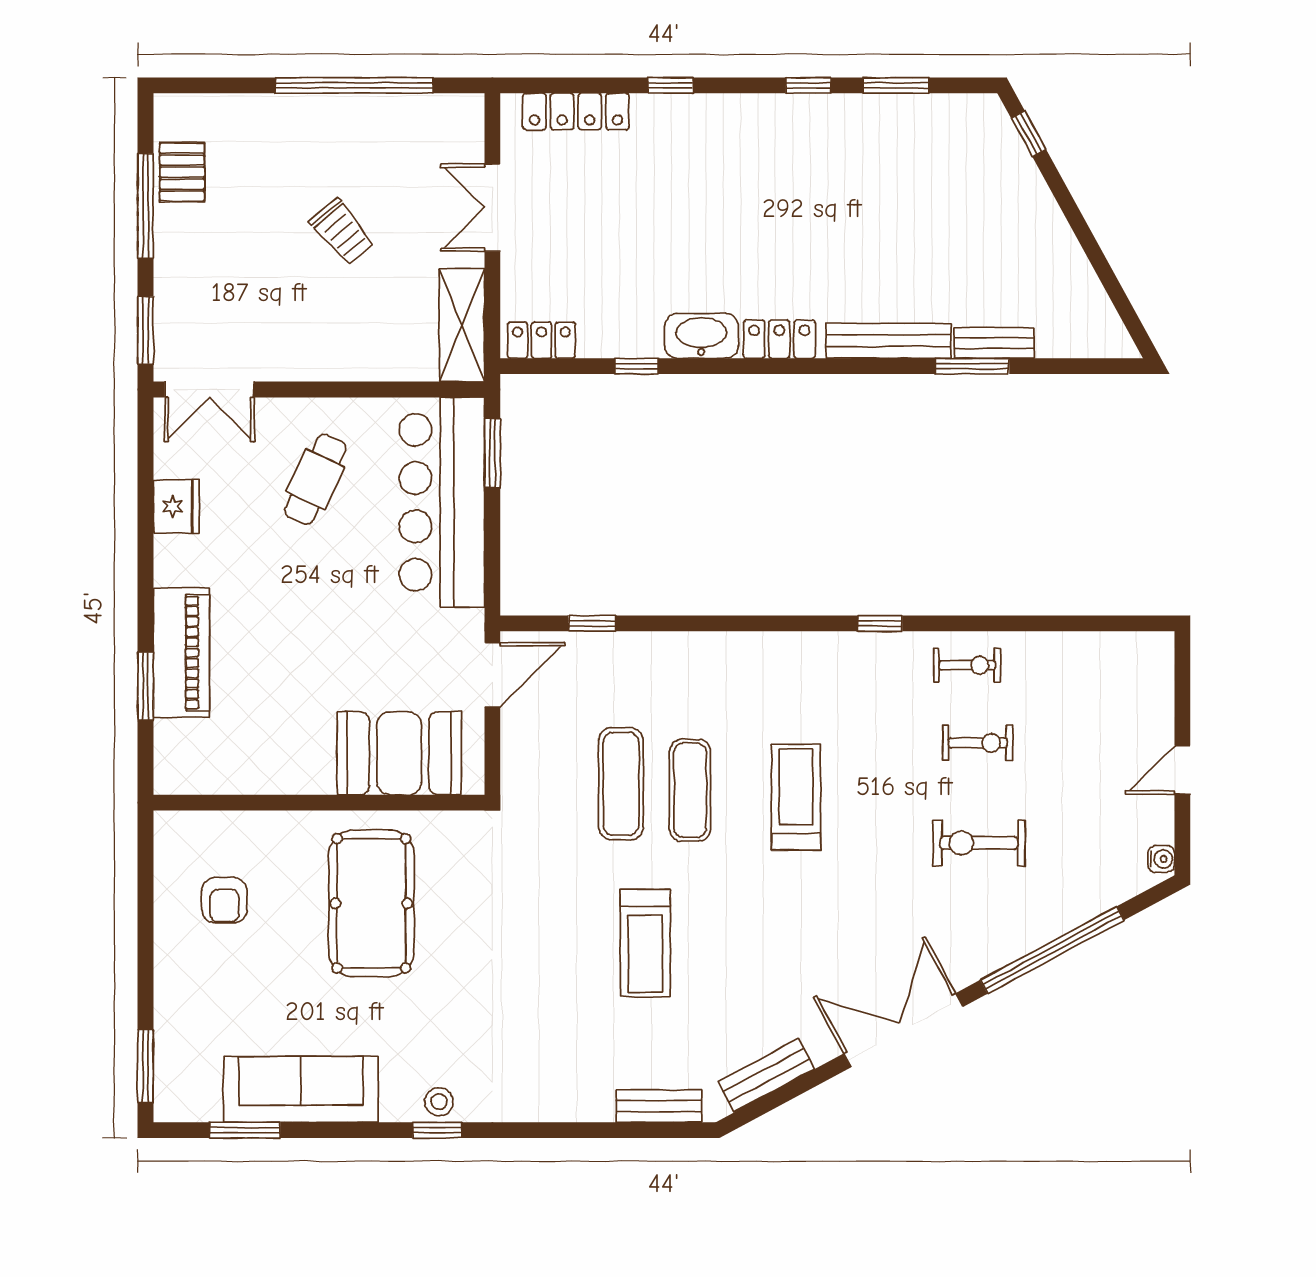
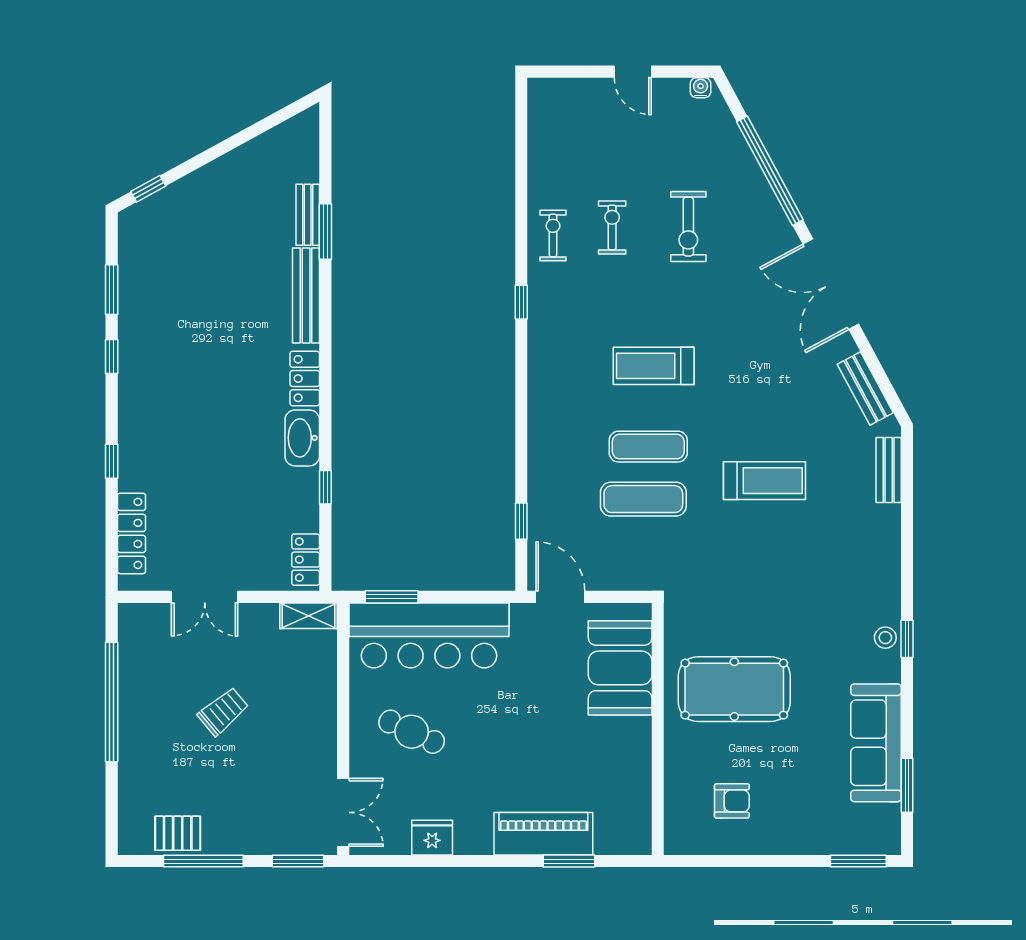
shelving: (462, 325) -> (308, 616), width x0.67, depth x0.75

